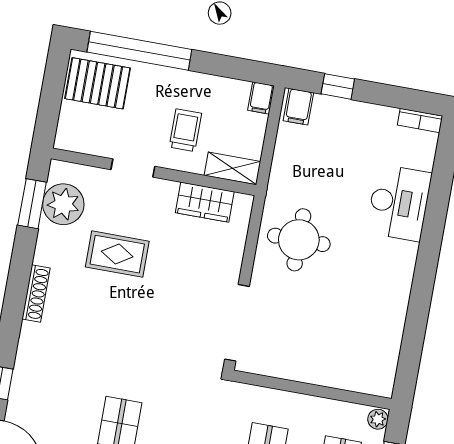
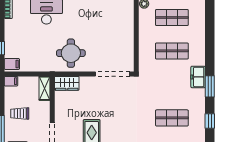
trolley: (185, 130) -> (20, 113), moved
wardrobe: (205, 202) -> (67, 83), moved, turned 90

